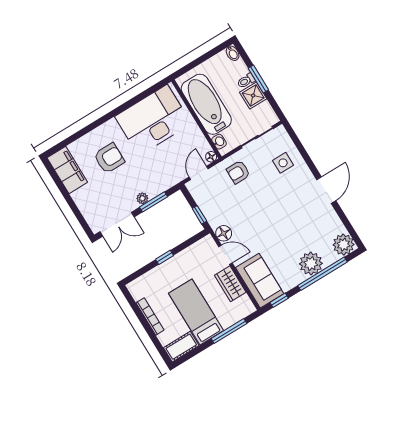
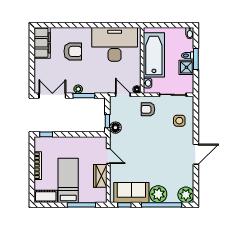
door: (199, 173) -> (123, 95), hinge flipped
double door: (117, 224) -> (52, 96), swing flipped
floor lamp: (224, 233) -> (115, 128), moved
window: (164, 257) -> (46, 134), moved
sofa: (260, 281) -> (131, 193), moved, turned -90

